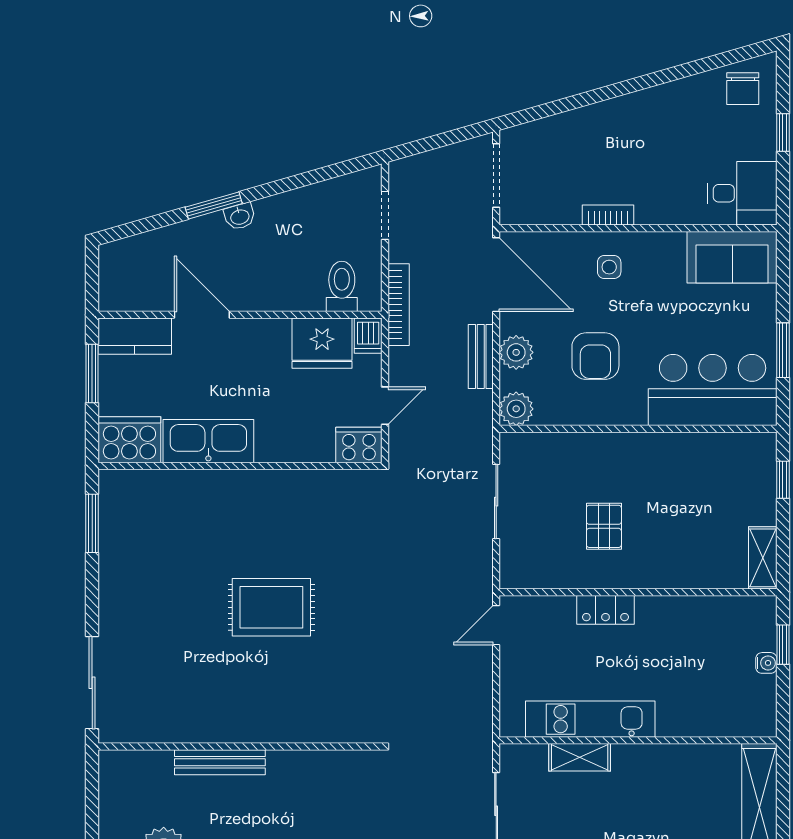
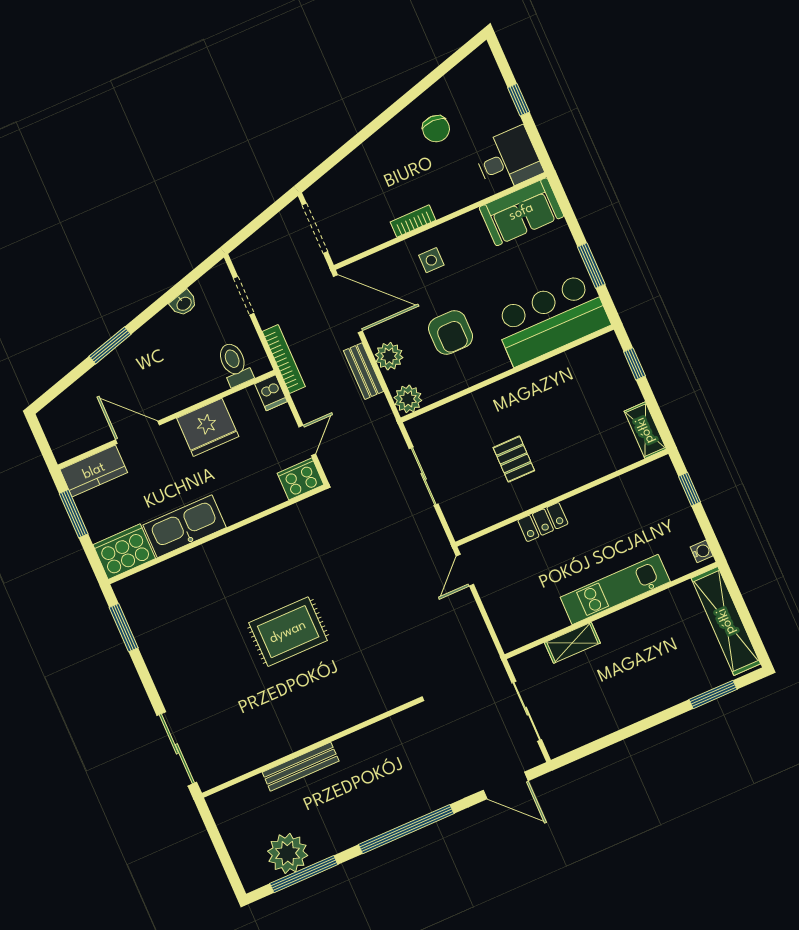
chair: (743, 89) -> (436, 129), moved
washbasin: (240, 216) -> (184, 303), moved
fridge: (322, 343) -> (208, 427), moved
water cooler: (766, 663) -> (702, 551), moved
kitchen unit: (590, 719) -> (615, 589), moved

